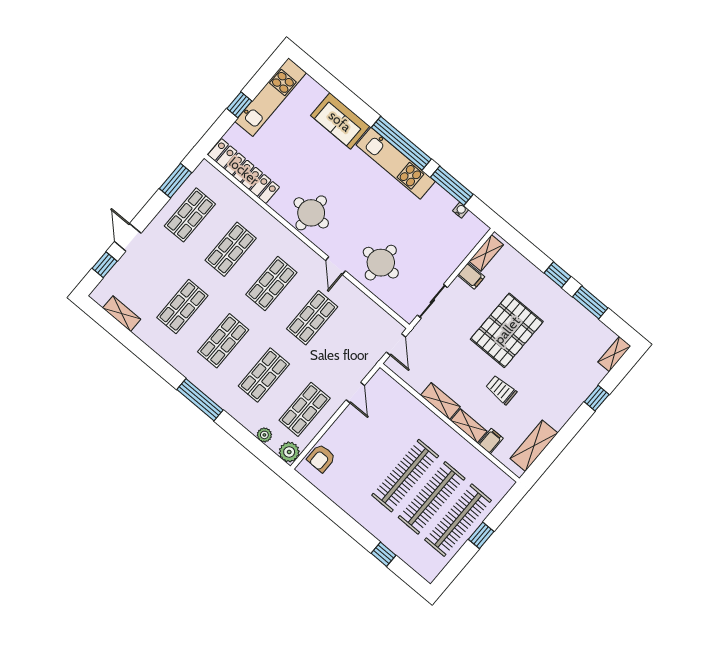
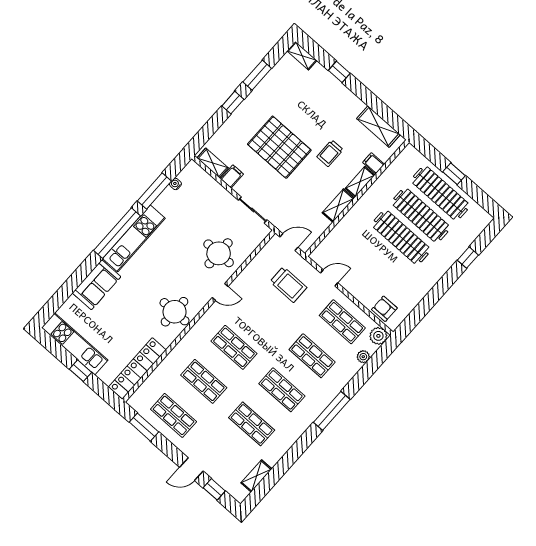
shop shelf: (312, 318) -> (264, 313), removed
trolley: (346, 345) -> (288, 285), added
armchair: (321, 458) -> (384, 309), turned 180

